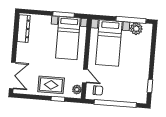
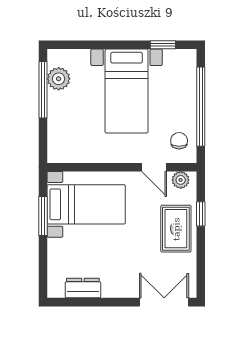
dresser: (24, 29) -> (83, 288), width x0.70
bed with nightstands: (109, 43) -> (127, 91), moved, turned 90
door: (85, 76) -> (154, 167), swing flipped

